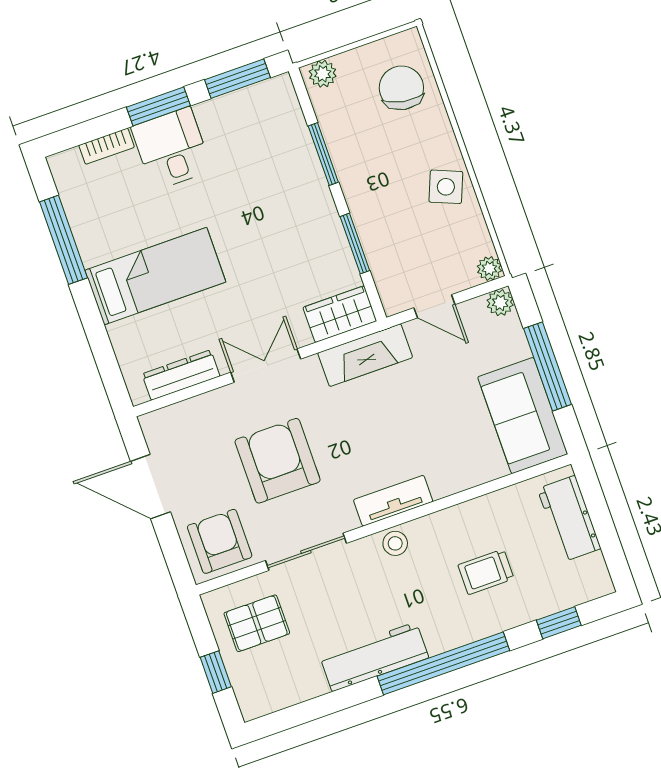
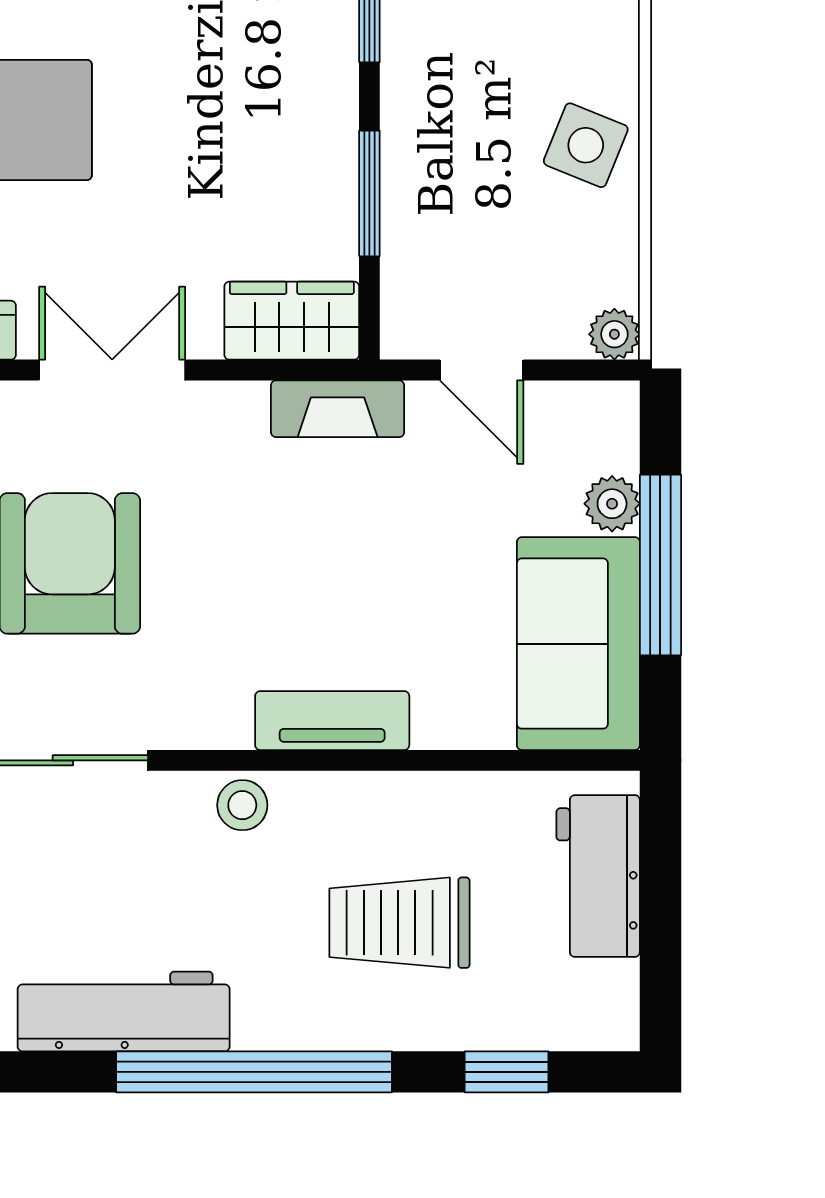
plant: (500, 303) -> (612, 504), moved
fireplace: (365, 355) -> (338, 409), width x0.73, depth x0.76
tv unit: (393, 501) -> (332, 721), moved
trolley: (486, 572) -> (399, 923), width x1.36, depth x1.39

